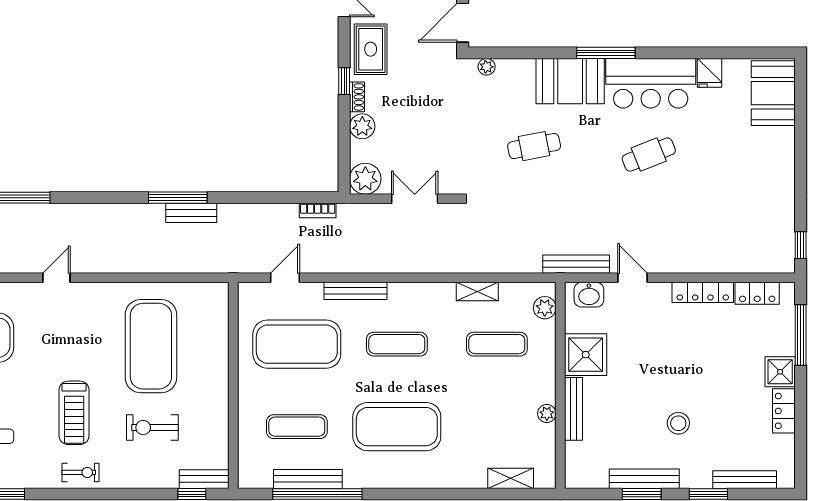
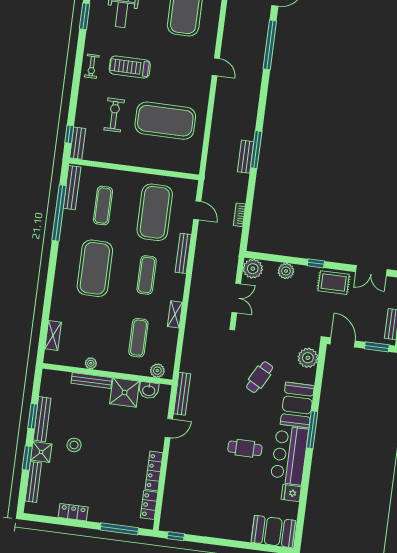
plant: (487, 67) -> (308, 358), width x1.87, depth x1.87
shoe rack: (357, 97) -> (305, 270), removed
cafe table: (534, 146) -> (260, 377), turned 39
cafe table: (649, 155) -> (245, 448), turned -68
bookcase: (318, 211) -> (240, 215), moved
shelving: (477, 292) -> (175, 314), moved
washbasin: (589, 295) -> (149, 390), moved, turned -90
shower: (780, 372) -> (41, 452), moved
bench: (308, 479) -> (72, 188), moved

